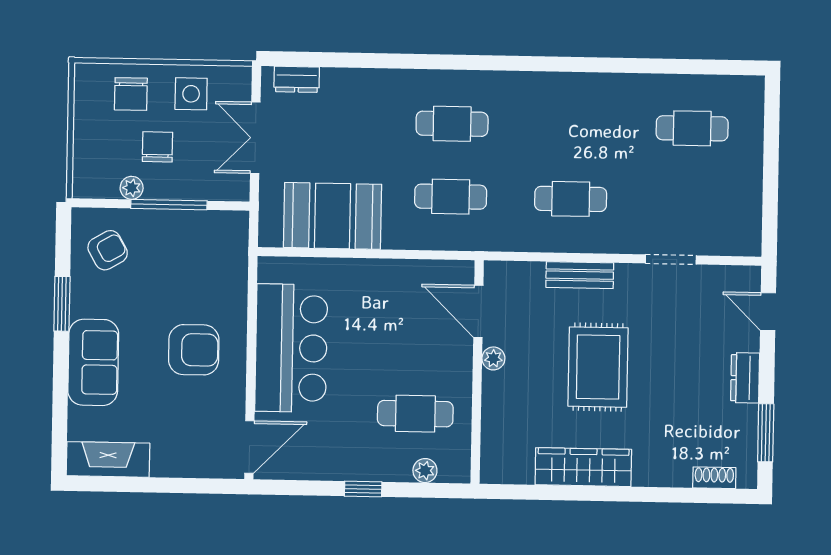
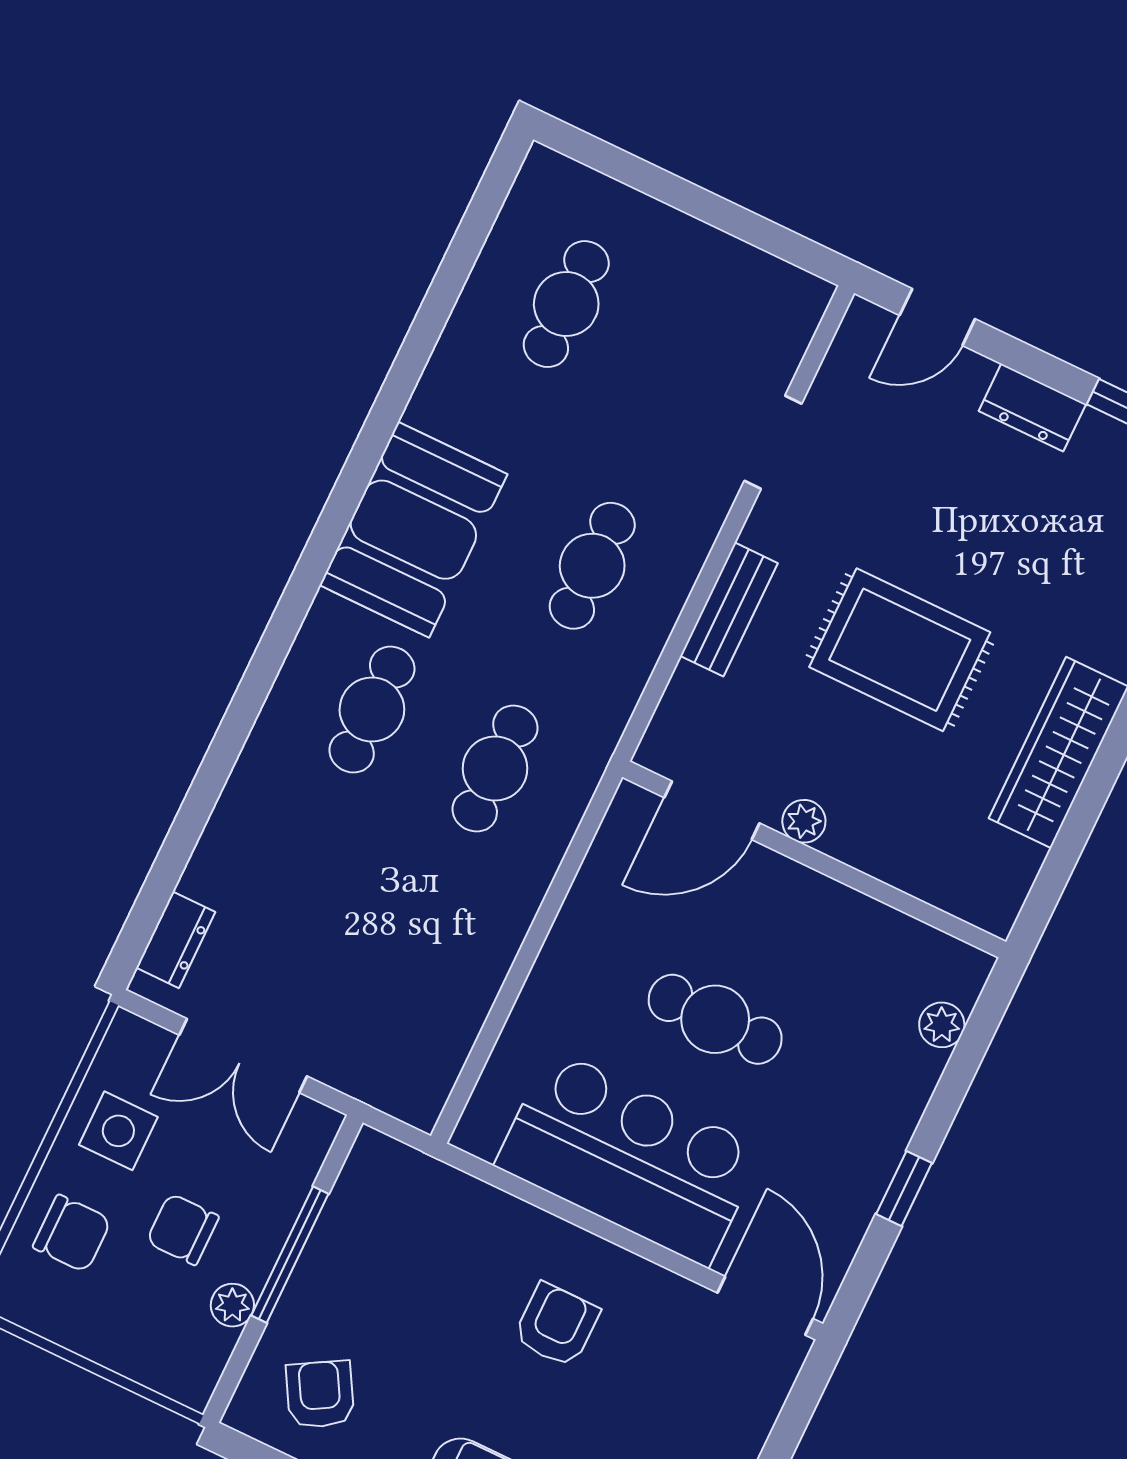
booth: (333, 216) -> (413, 530), moved
armchair: (194, 350) -> (556, 1325), width x0.72, depth x0.72
cafe table: (415, 414) -> (715, 1019), moved, turned 90
window: (363, 489) -> (904, 1189), moved

